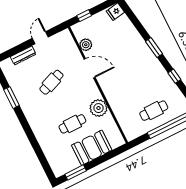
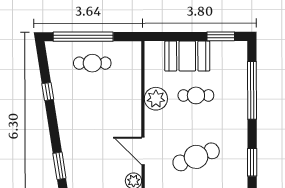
window: (154, 48) -> (59, 166), moved
cafe table: (51, 82) -> (196, 157), width x1.37, depth x1.35
window: (36, 146) -> (252, 90), added

